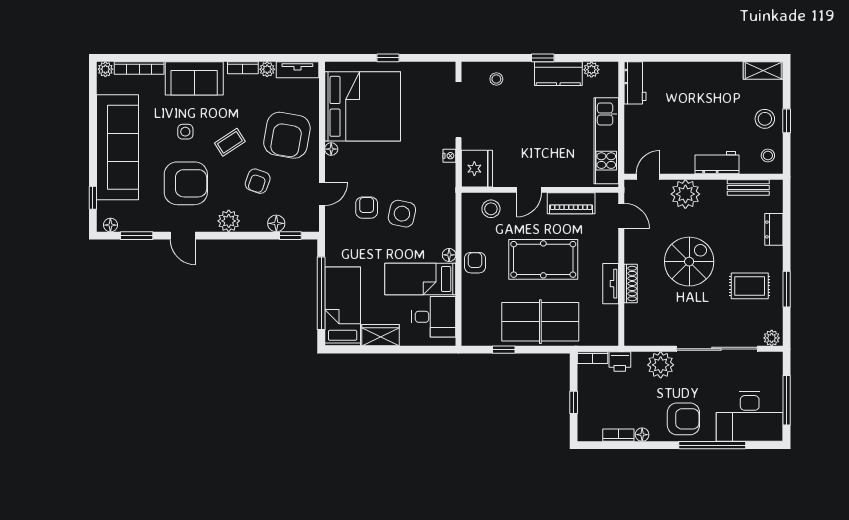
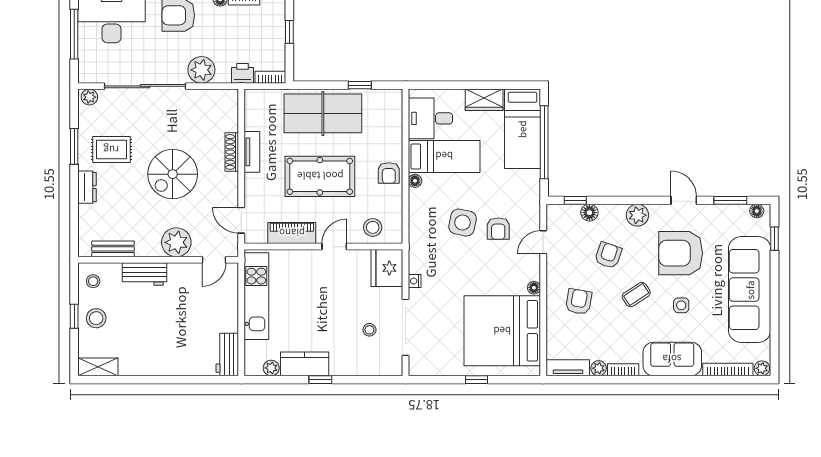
stool: (496, 79) -> (369, 330), moved
armchair: (287, 135) -> (579, 302), width x0.53, depth x0.53
dresser: (774, 229) -> (87, 187), moved

